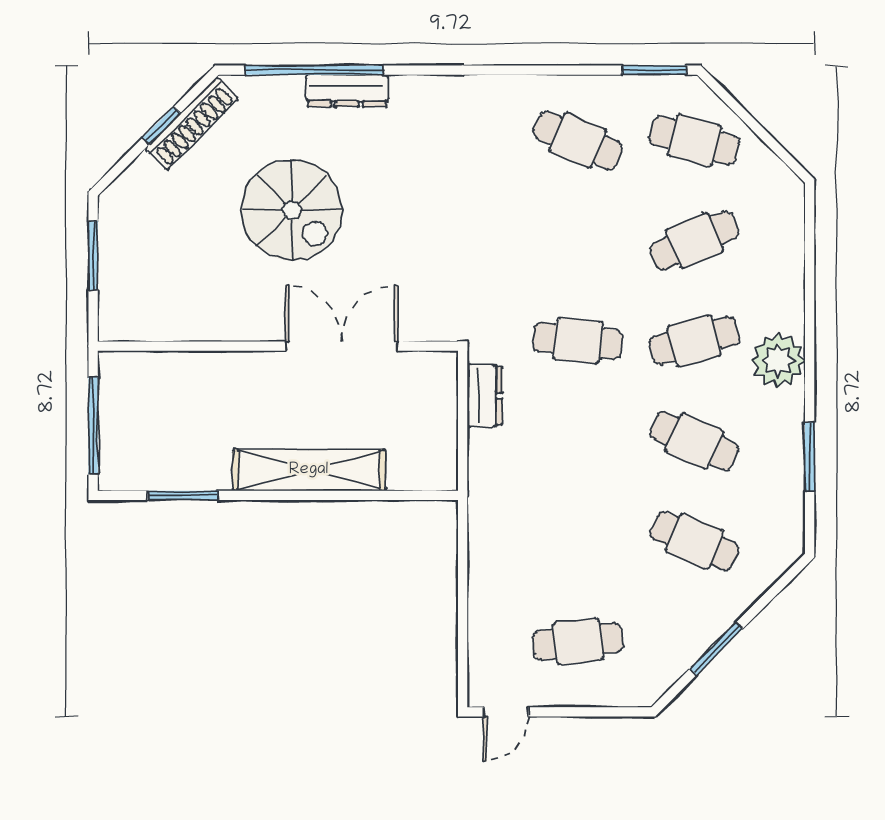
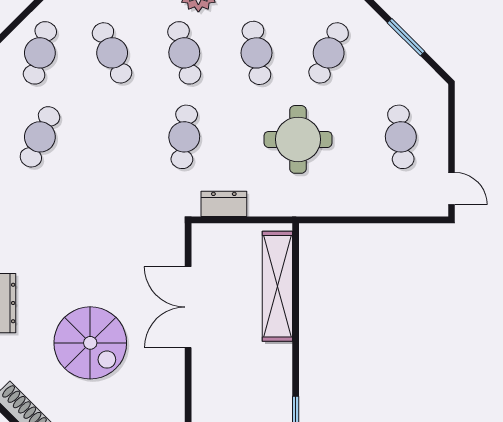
spiral stairs: (292, 210) -> (90, 343), turned 90
cafe table: (694, 441) -> (256, 53), turned -33
shelving: (309, 470) -> (277, 286), moved
round table: (574, 499) -> (298, 139), added

